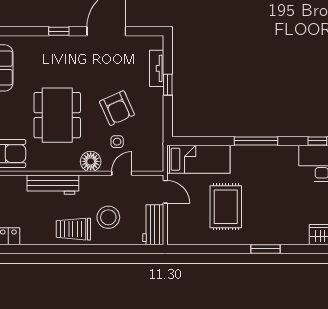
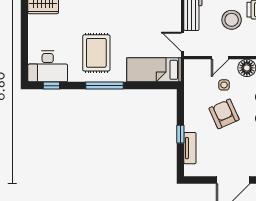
rug: (226, 207) -> (96, 53), moved

